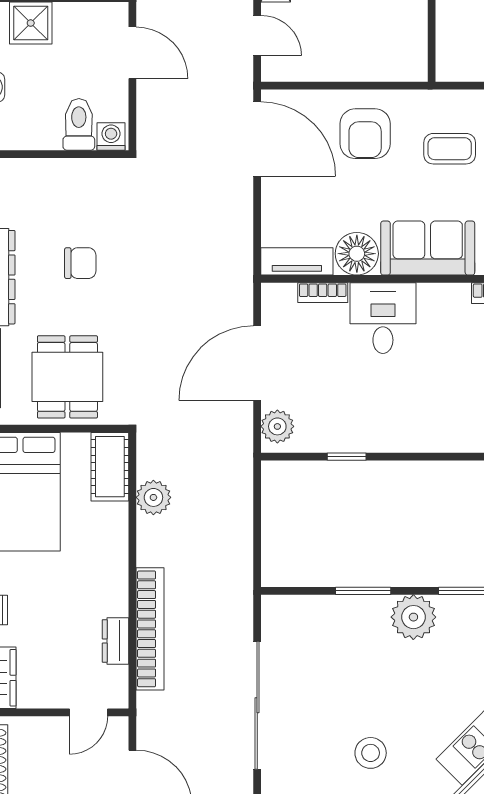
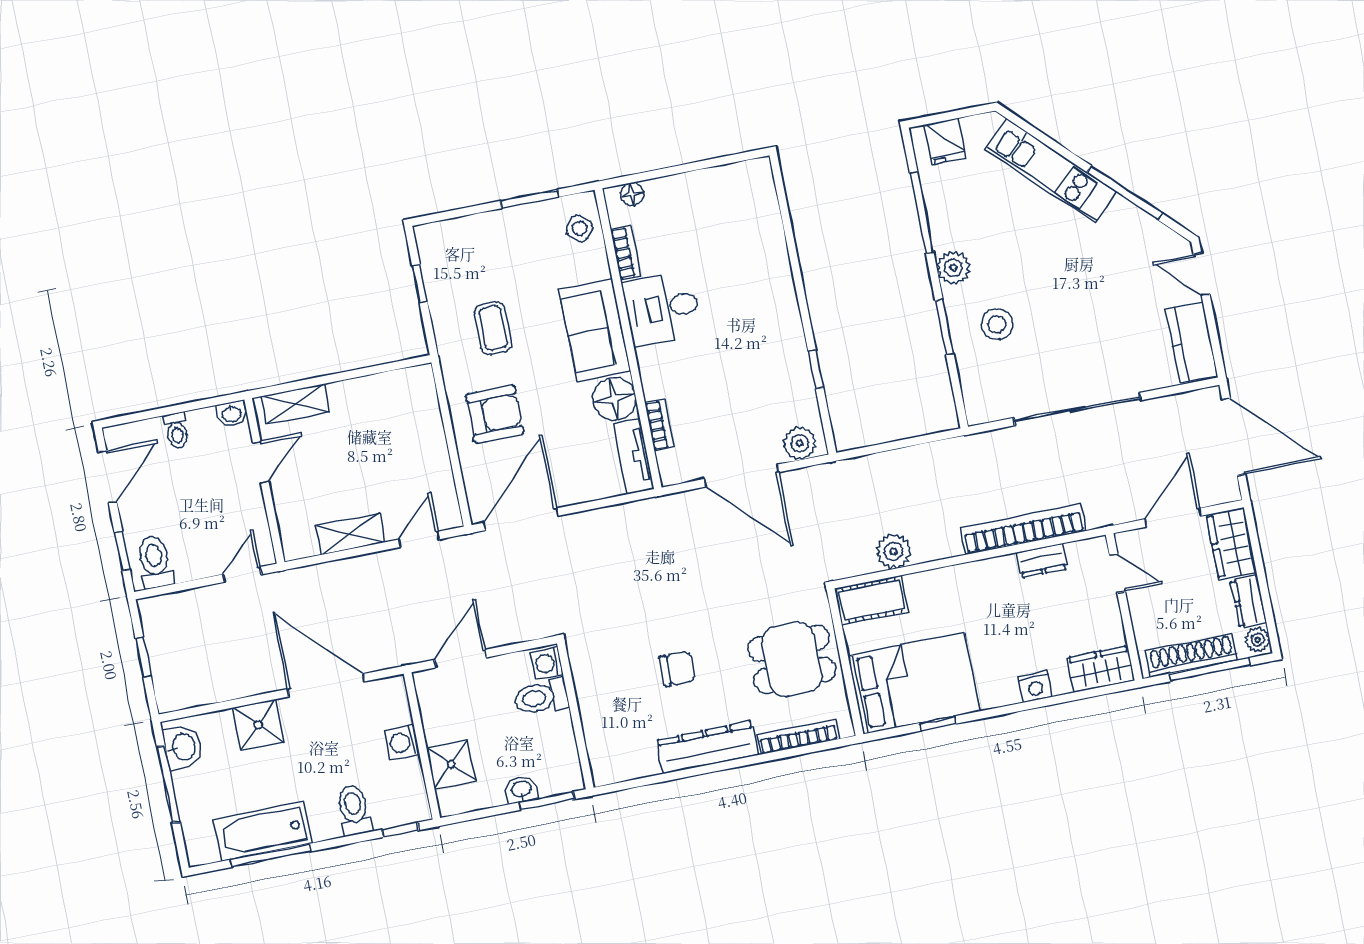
chair: (80, 263) -> (677, 669), turned 90
desk: (383, 318) -> (662, 308), moved
plant: (413, 617) -> (953, 268), width x0.73, depth x0.73
stool: (371, 753) -> (997, 324), moved

